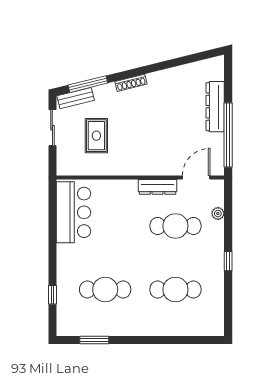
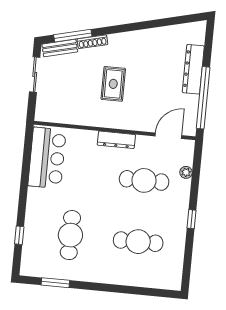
shoe rack: (131, 83) -> (92, 42), moved
rug: (96, 136) -> (113, 84), moved
dresser: (158, 187) -> (116, 140), moved
cafe table: (105, 289) -> (70, 235), turned 90

